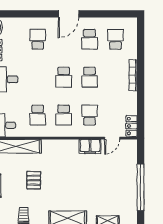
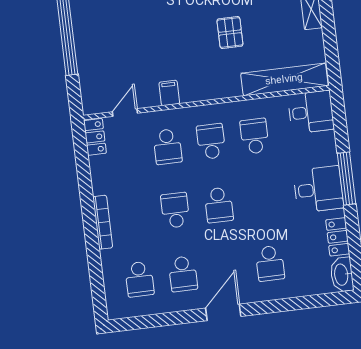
school desk: (90, 39) -> (183, 274), turned 180
school desk: (64, 77) -> (219, 205), turned 180
filing cabinet: (90, 146) -> (169, 93), width x0.50
pallet: (34, 180) -> (230, 33), moved

